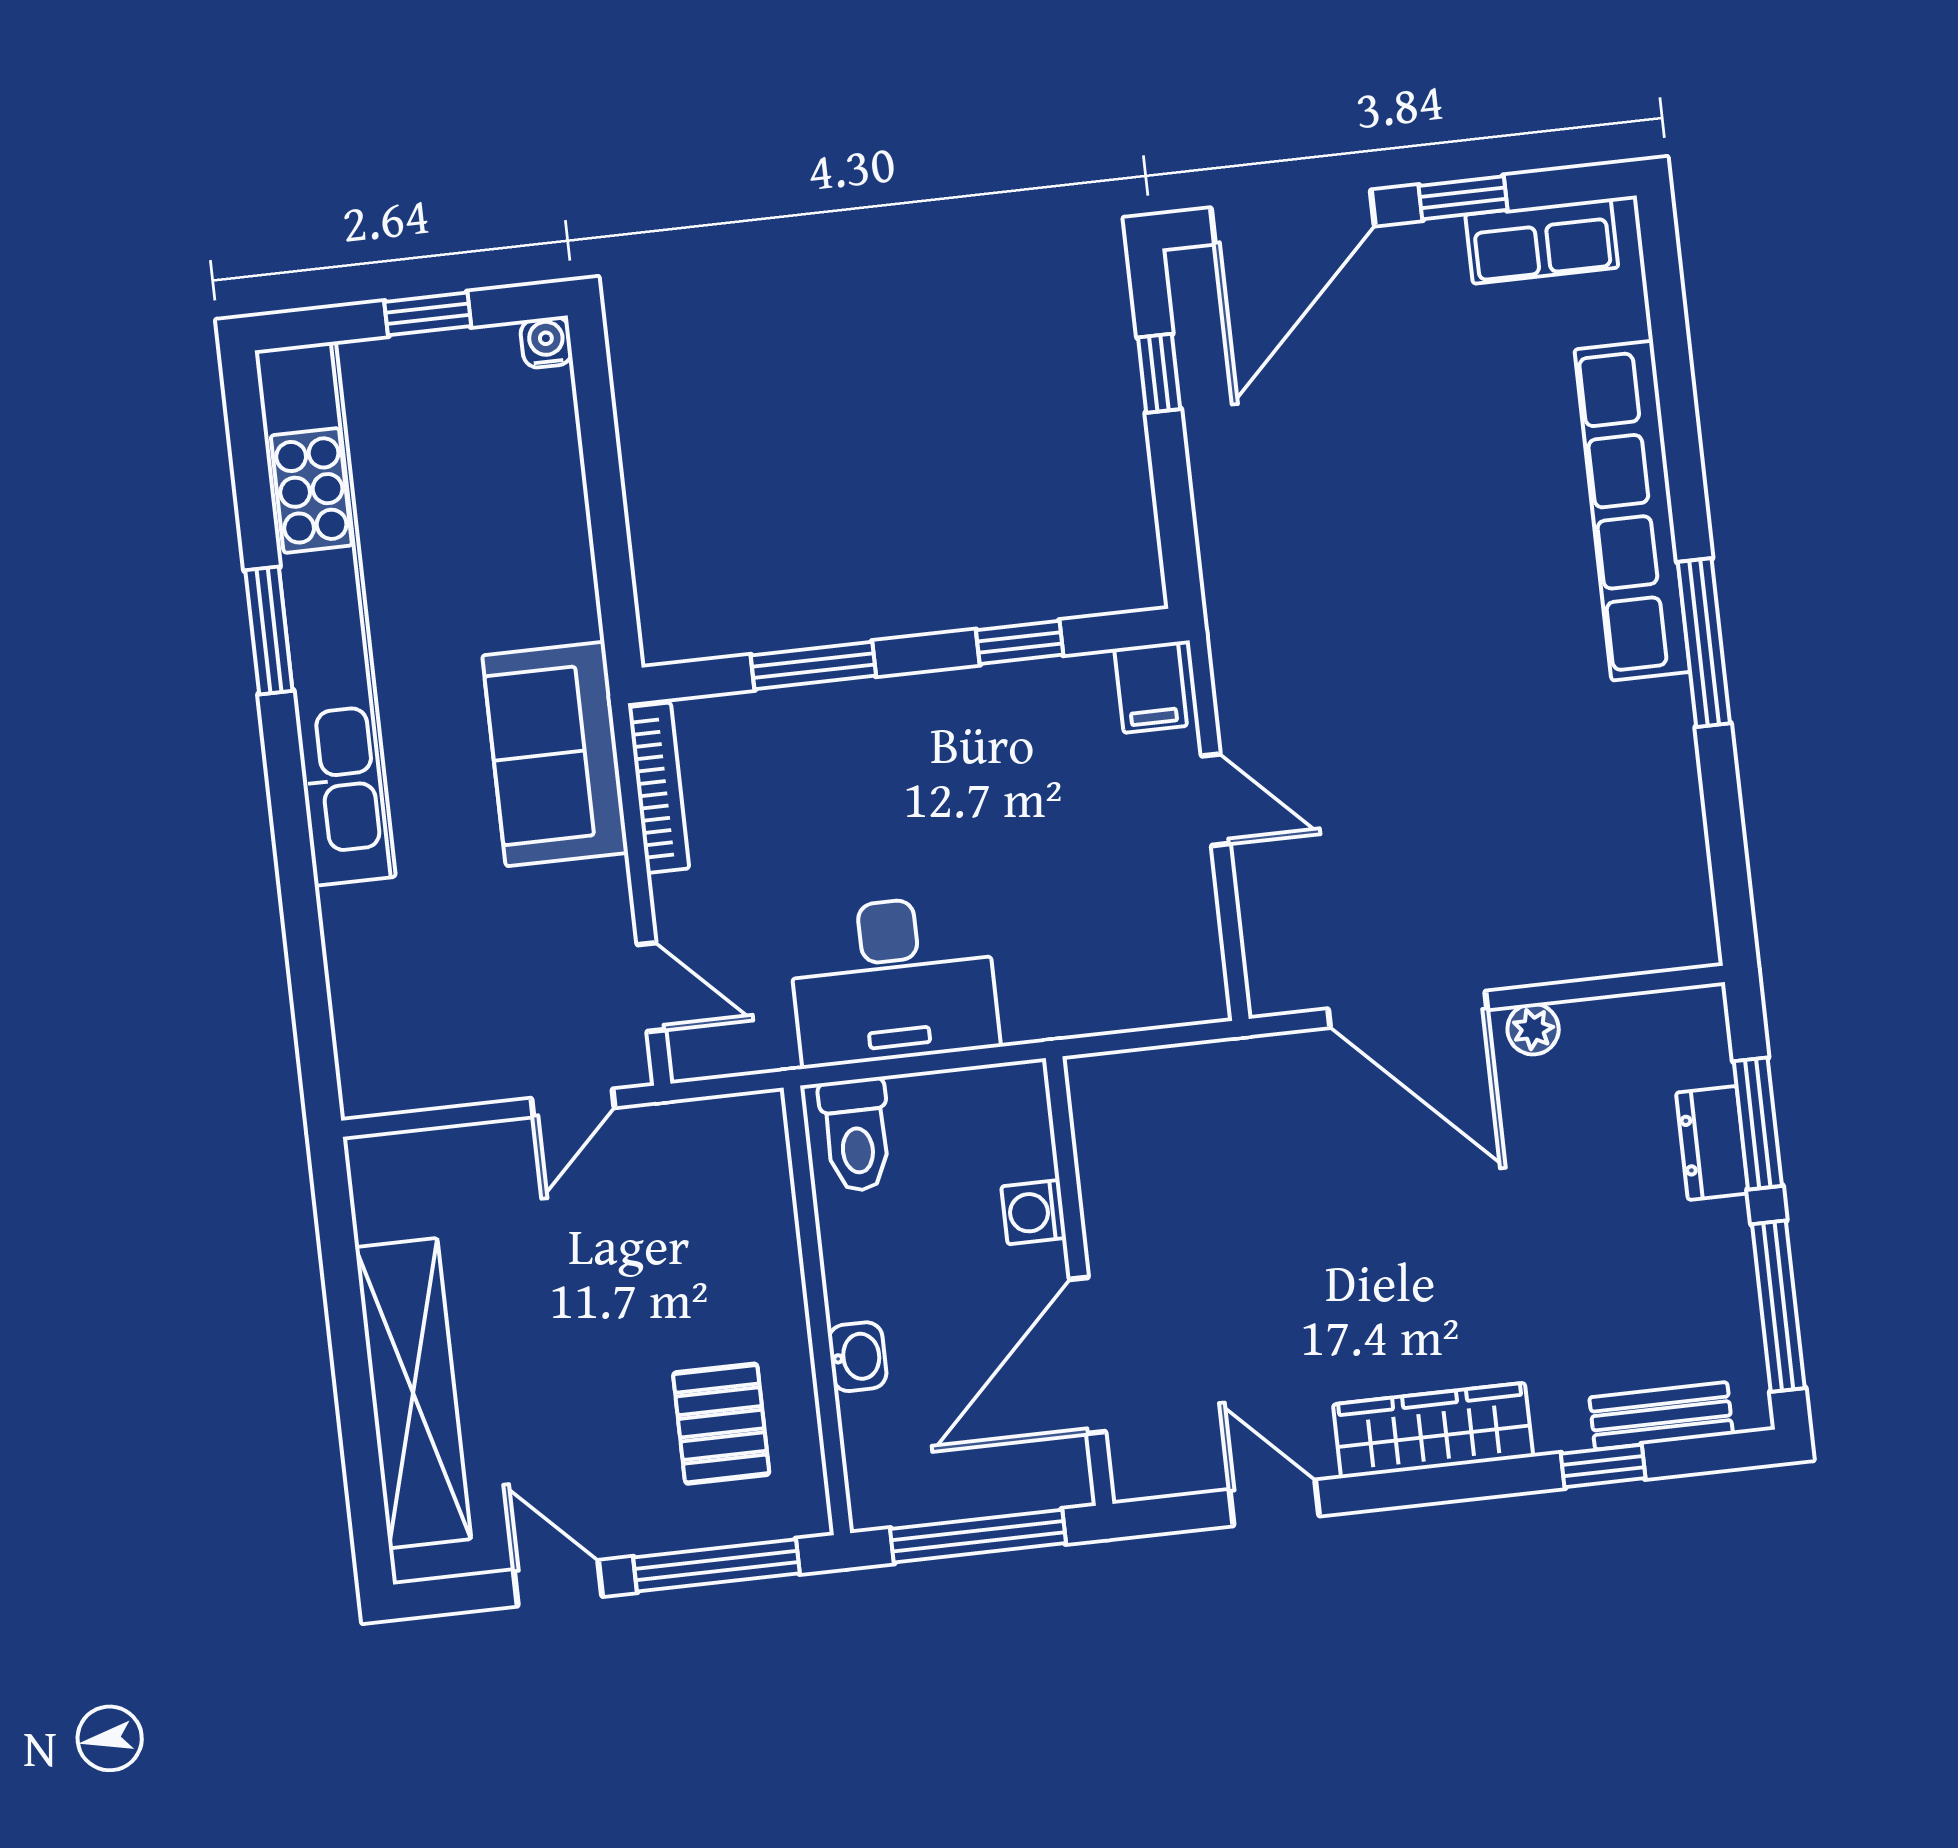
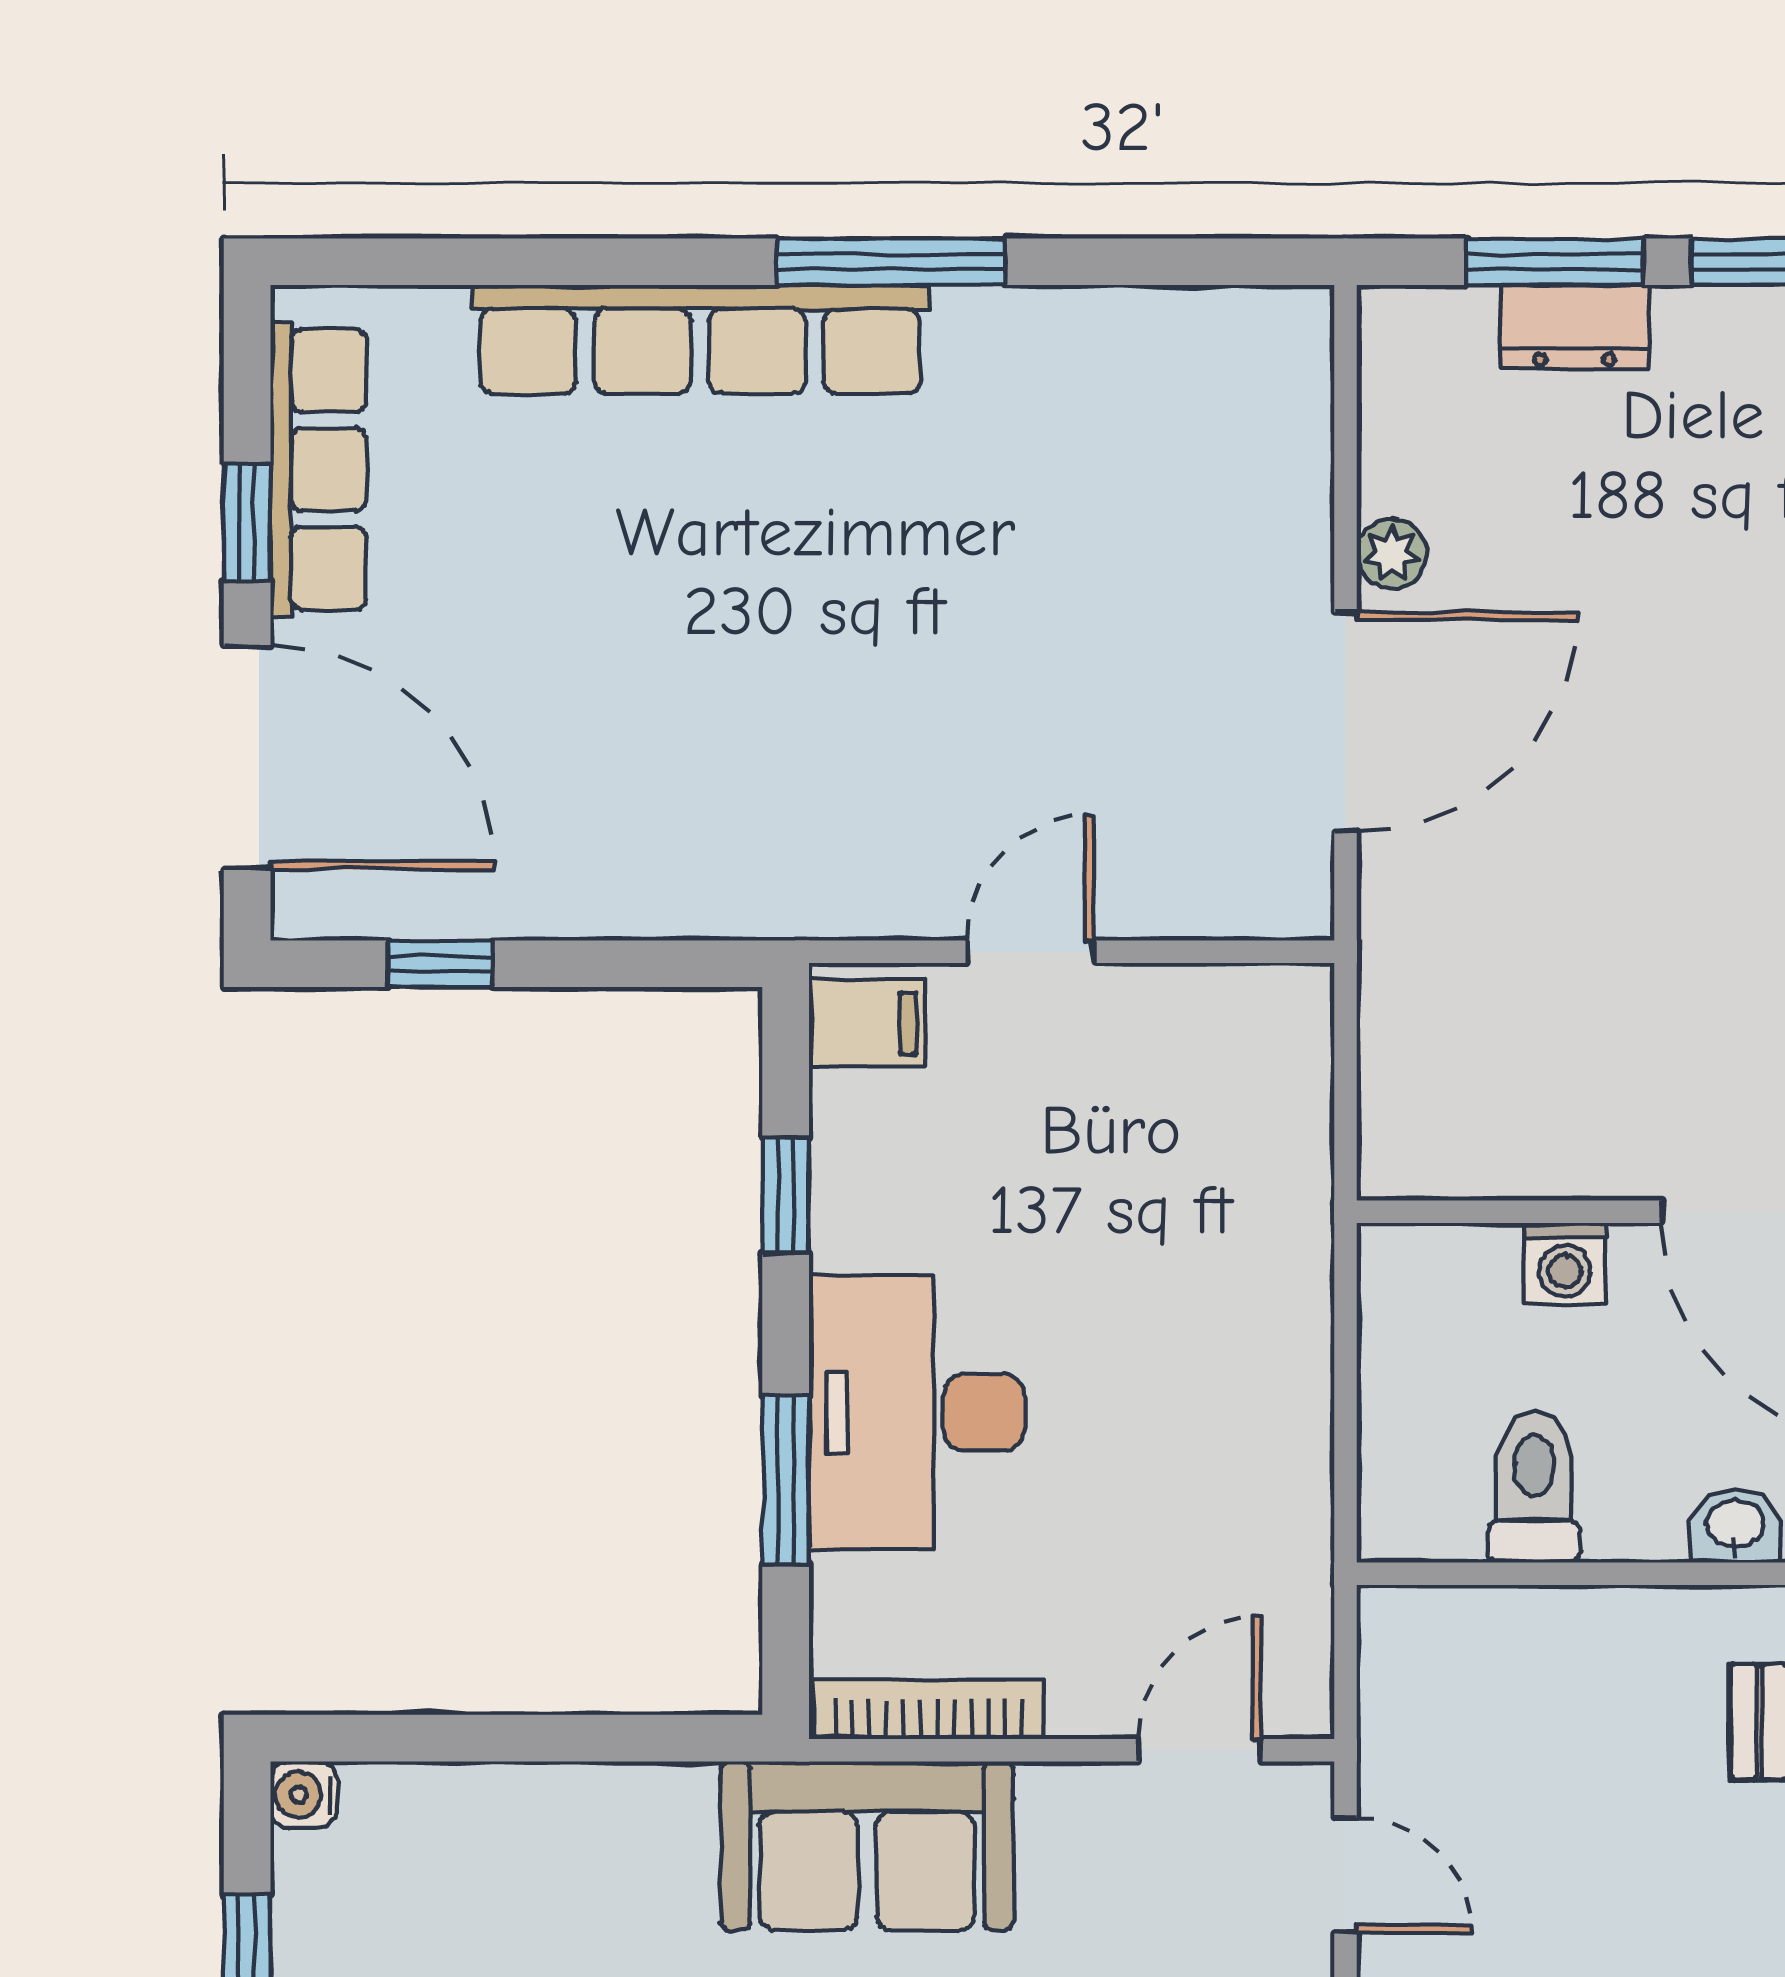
row of seats: (1542, 241) -> (318, 469), width x1.48
desk: (893, 980) -> (917, 1412), moved, turned 180
toilet: (856, 1135) -> (1534, 1487), moved, turned -90

